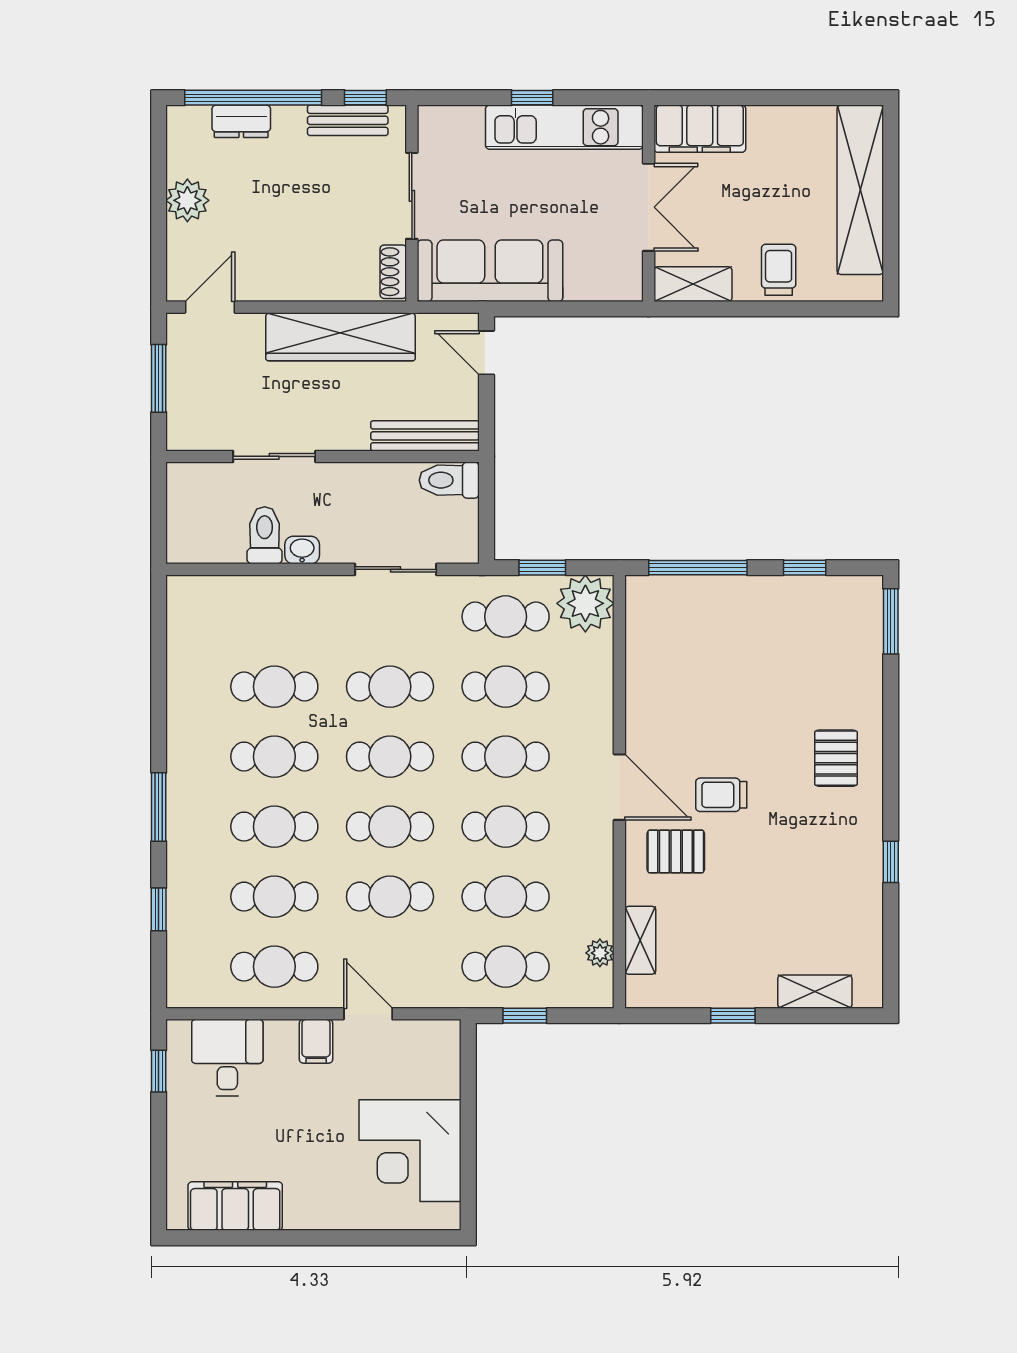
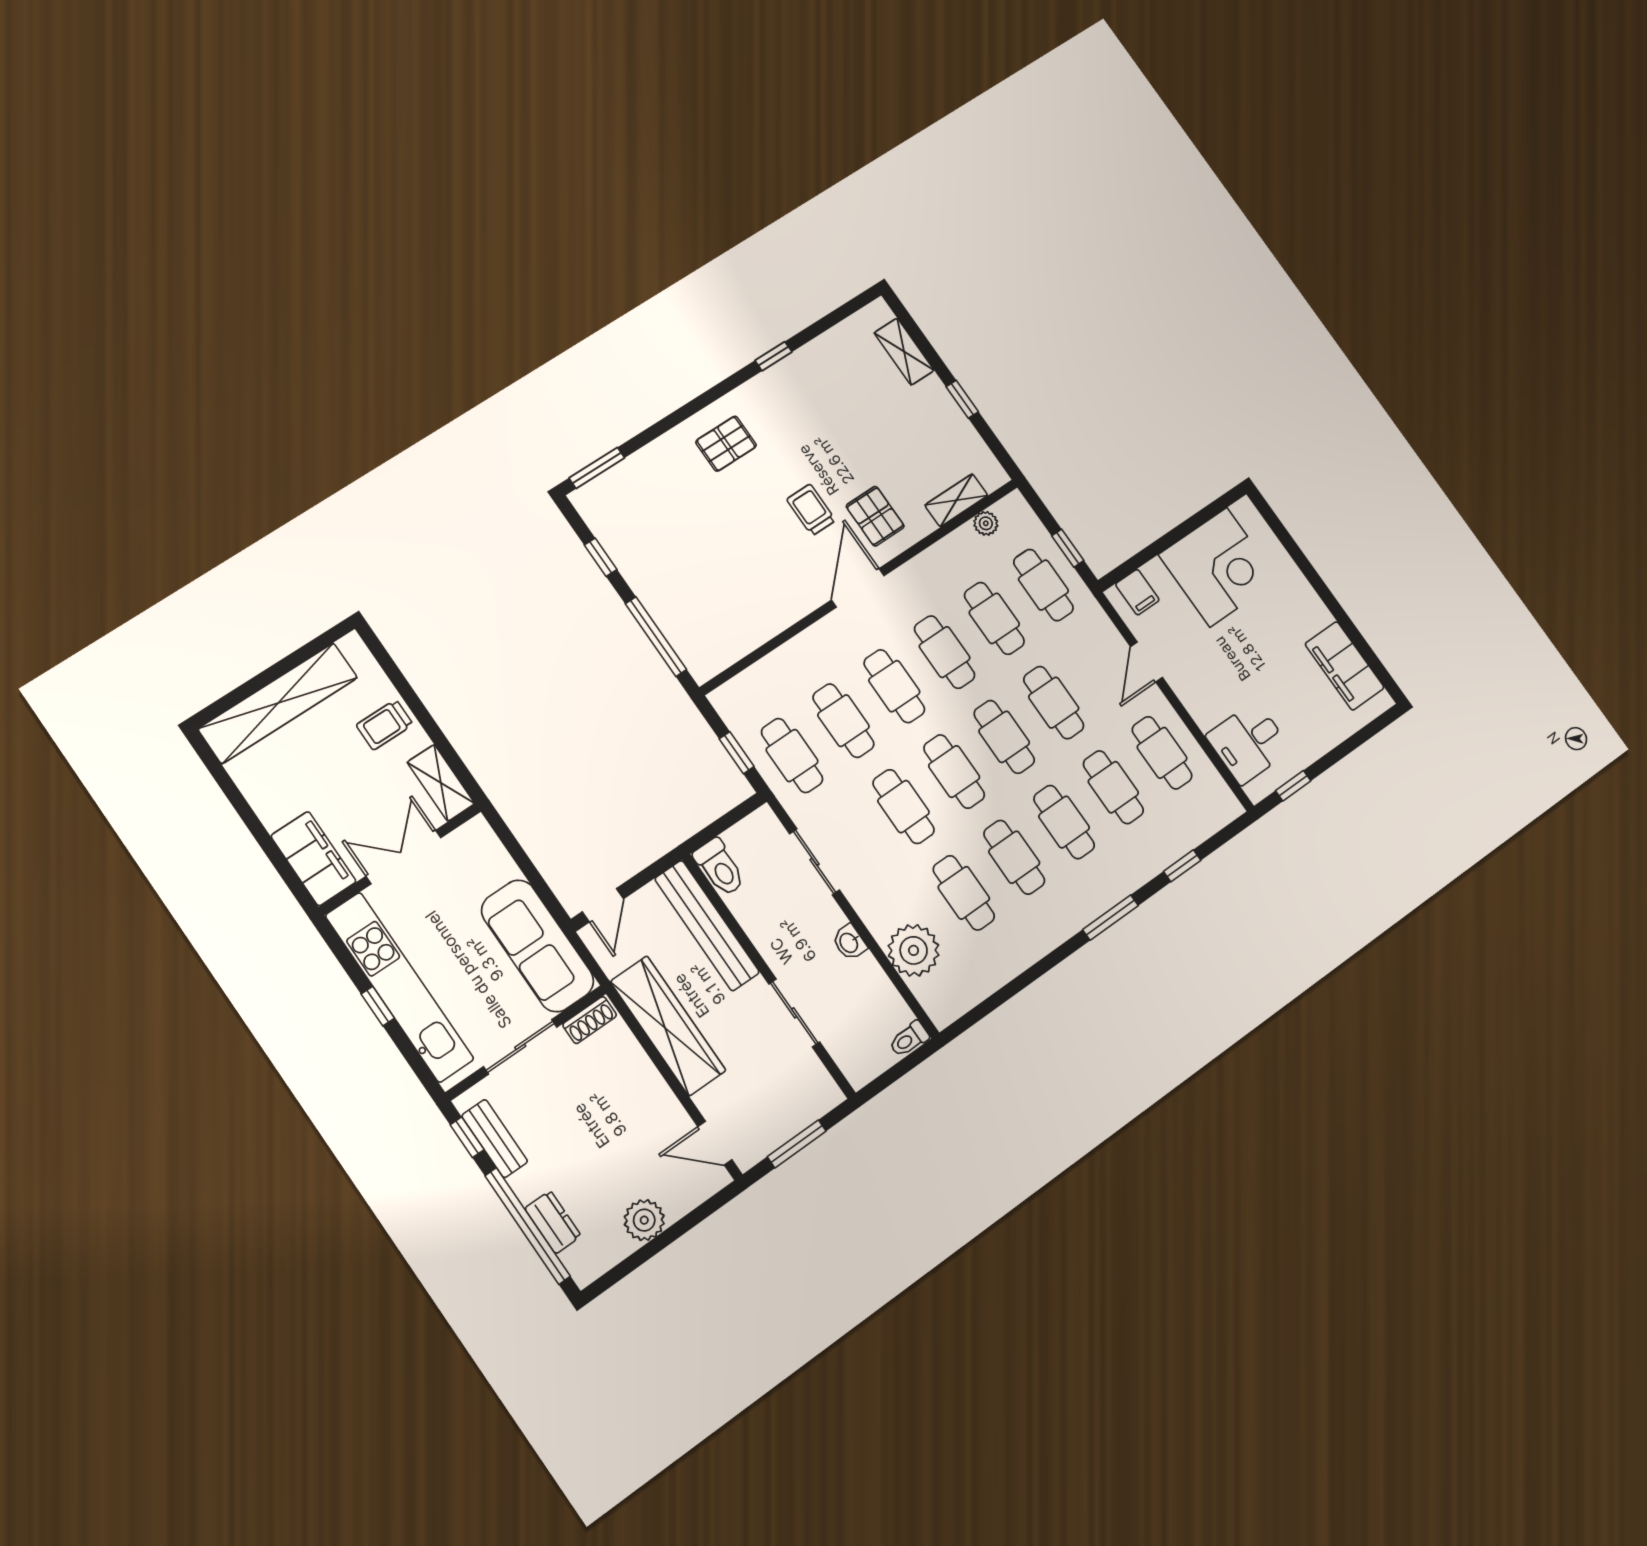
kitchen unit: (564, 127) -> (399, 987), width x1.36
bench: (425, 436) -> (707, 926), width x1.37, depth x1.21
toilet: (265, 535) -> (909, 1039), moved, width x0.73, depth x0.72
plant: (585, 603) -> (914, 950), moved
trolley: (721, 795) -> (811, 510), turned 180
filing cabinet: (316, 1041) -> (1137, 592), moved, turned 90

